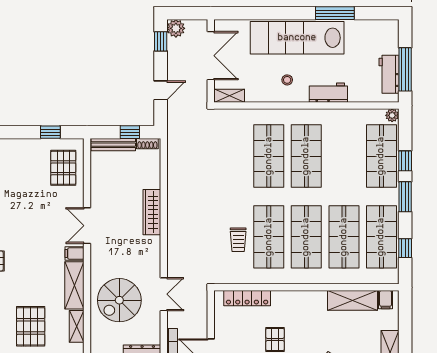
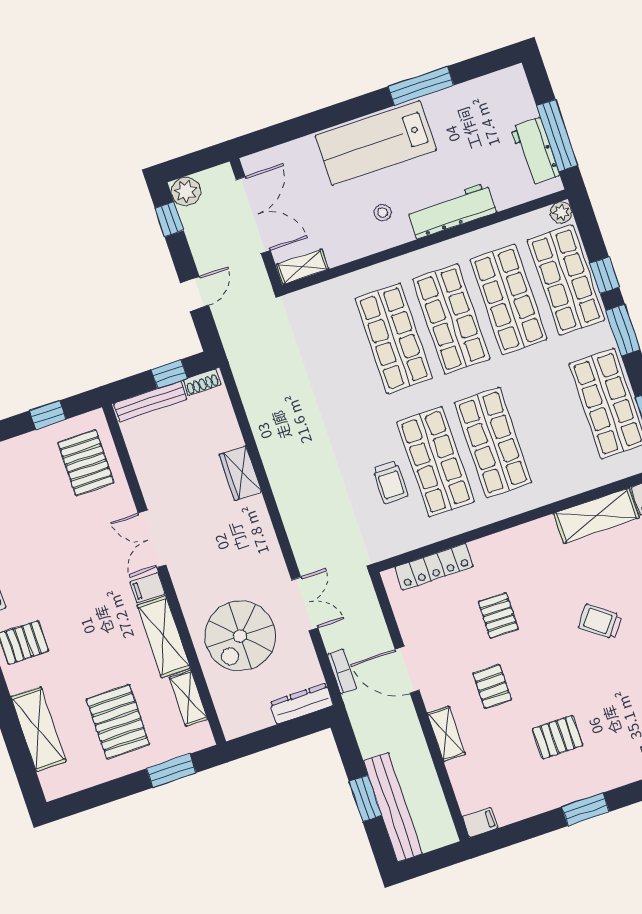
lab bench: (297, 38) -> (376, 143), width x0.73
workbench: (328, 93) -> (452, 211), width x1.37
wardrobe: (152, 212) -> (240, 473), width x0.67
shop shelf: (344, 237) -> (509, 300), moved

